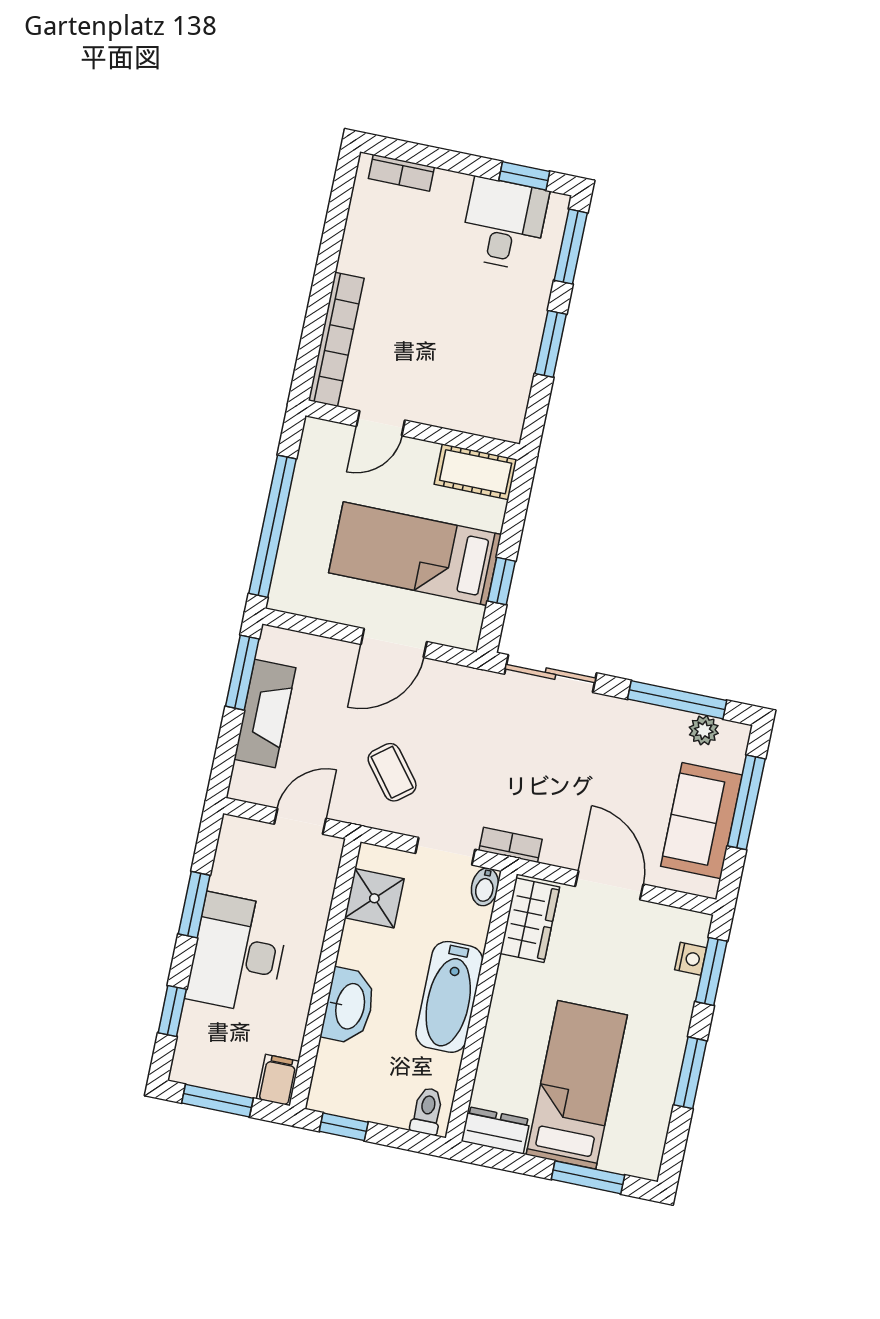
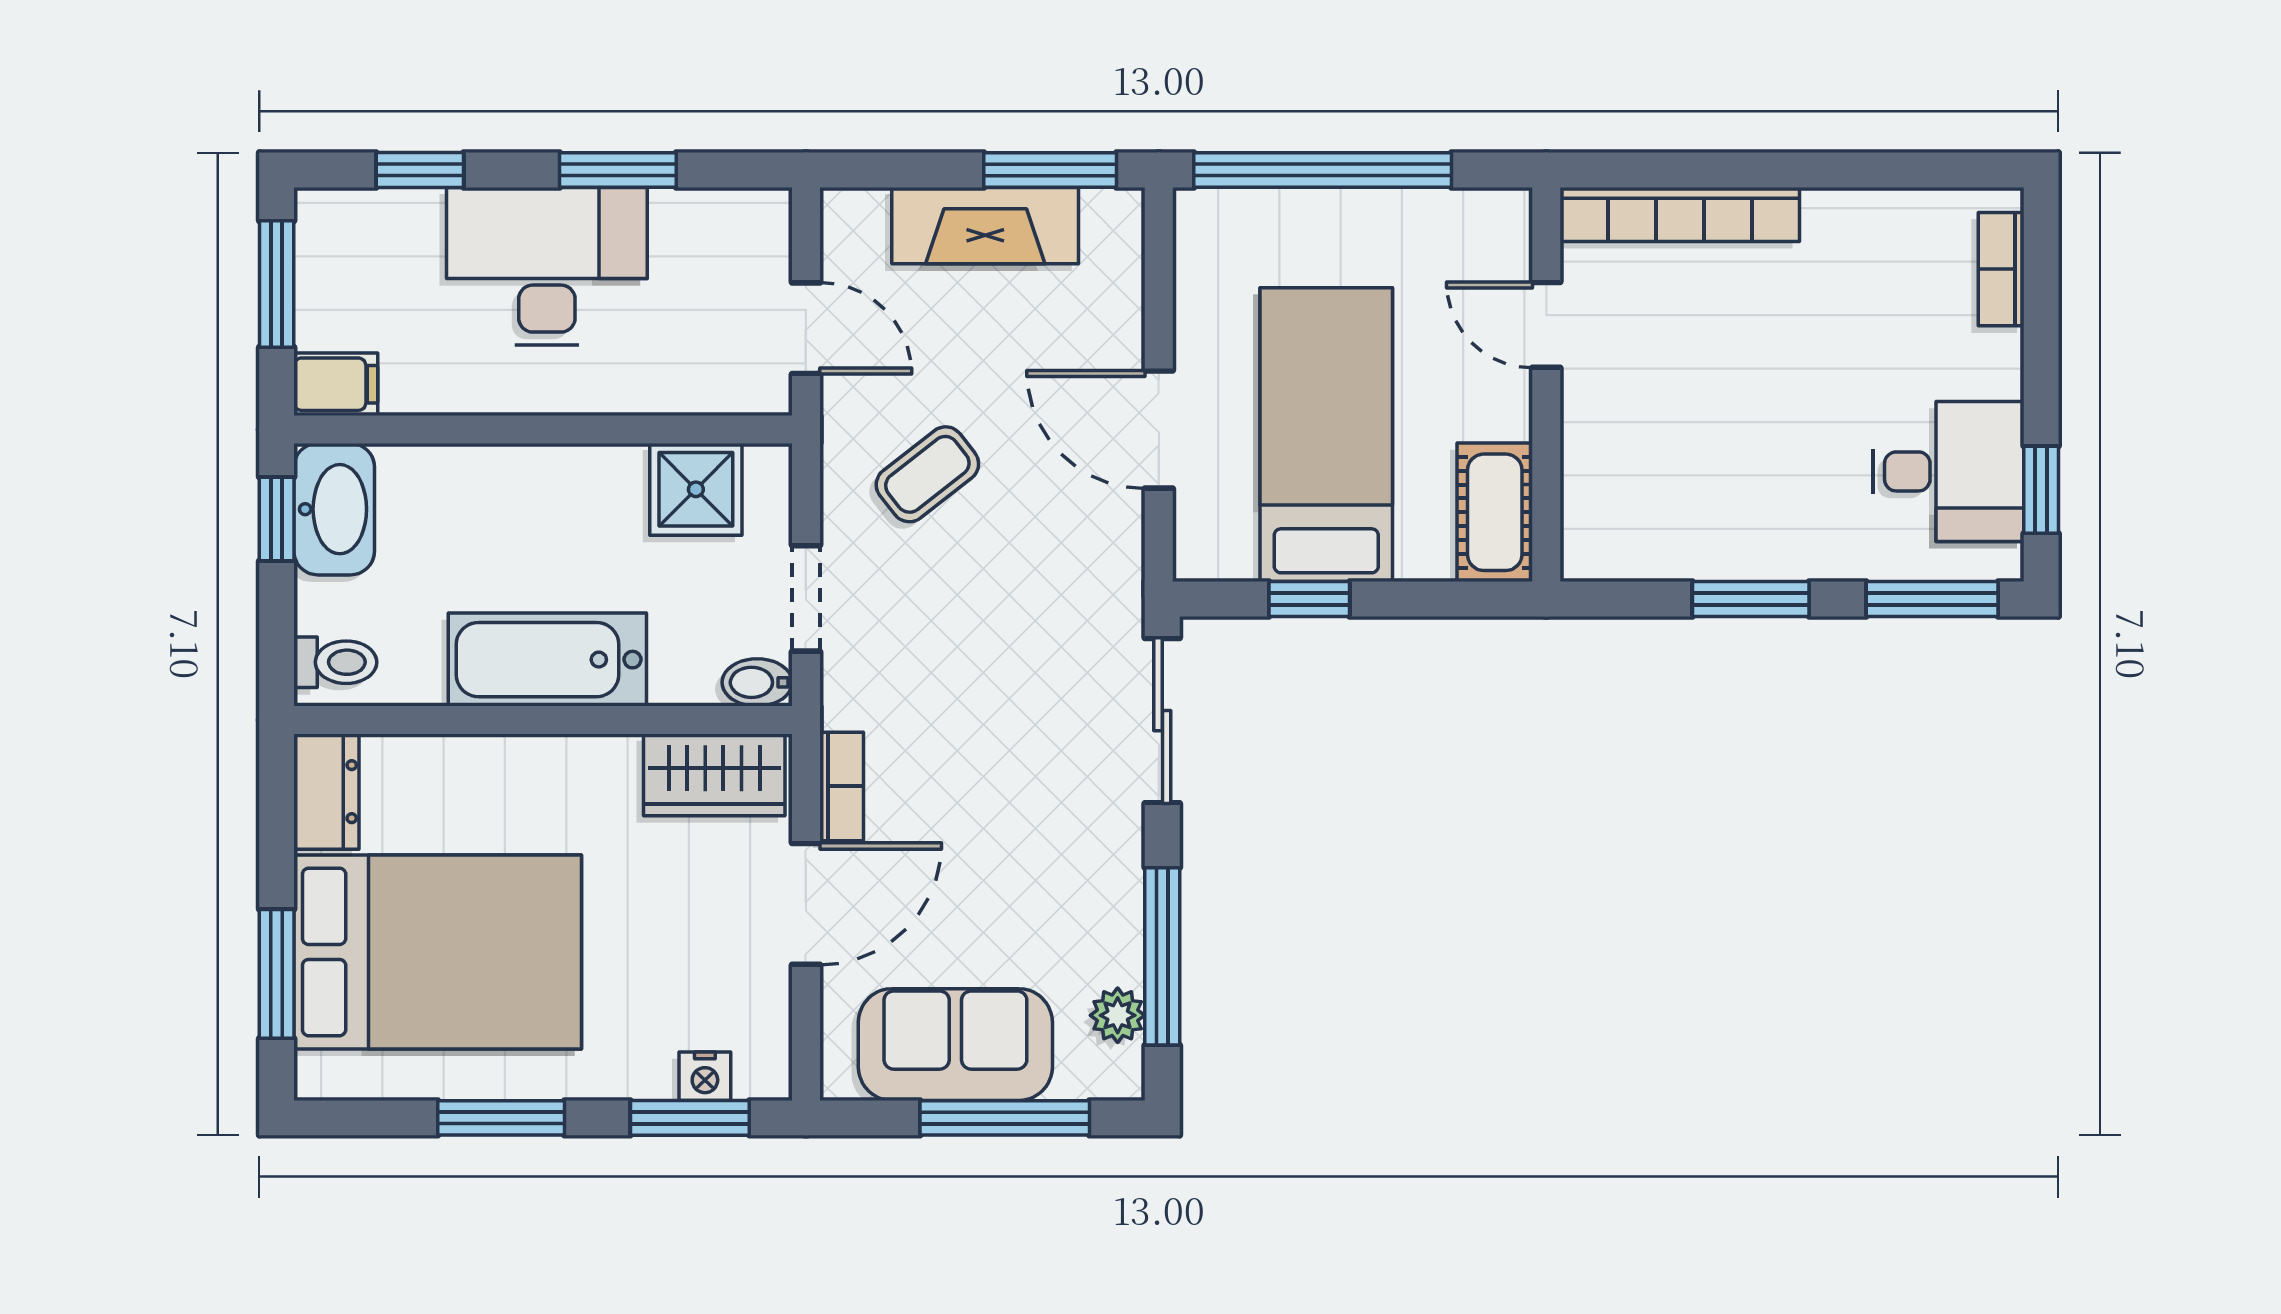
bookcase: (511, 845) -> (842, 786), moved
washbasin: (349, 1006) -> (334, 509), moved, turned -90
bed: (577, 1085) -> (438, 952), width x1.50

